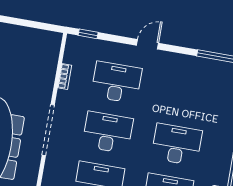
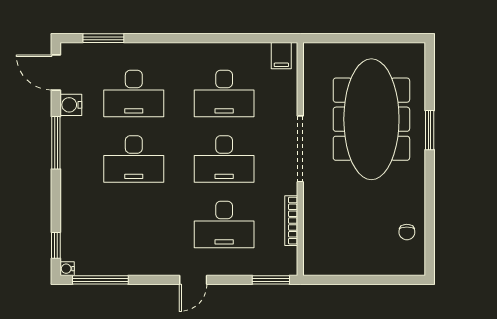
window: (88, 34) -> (271, 280), width x1.50
bookcase: (65, 76) -> (291, 221), width x1.56

